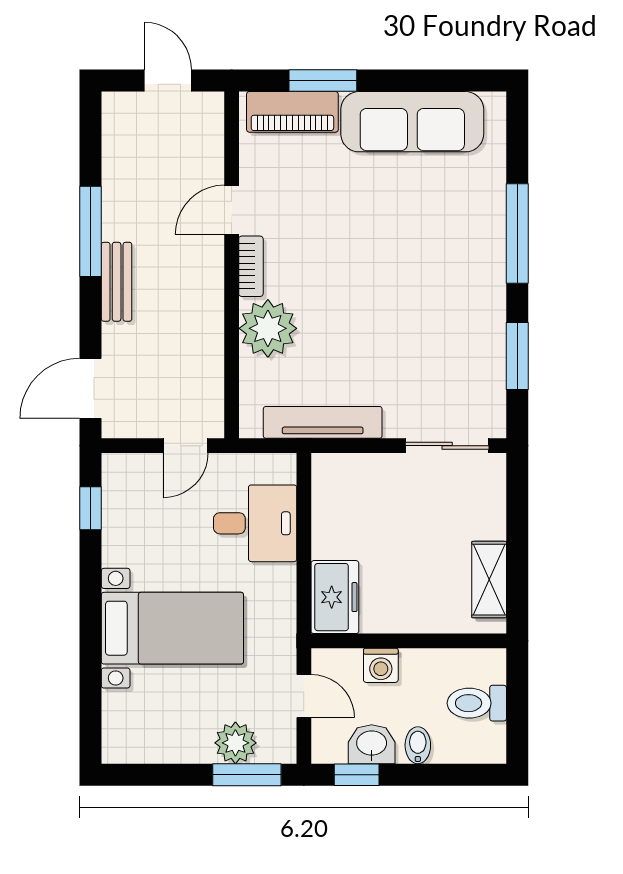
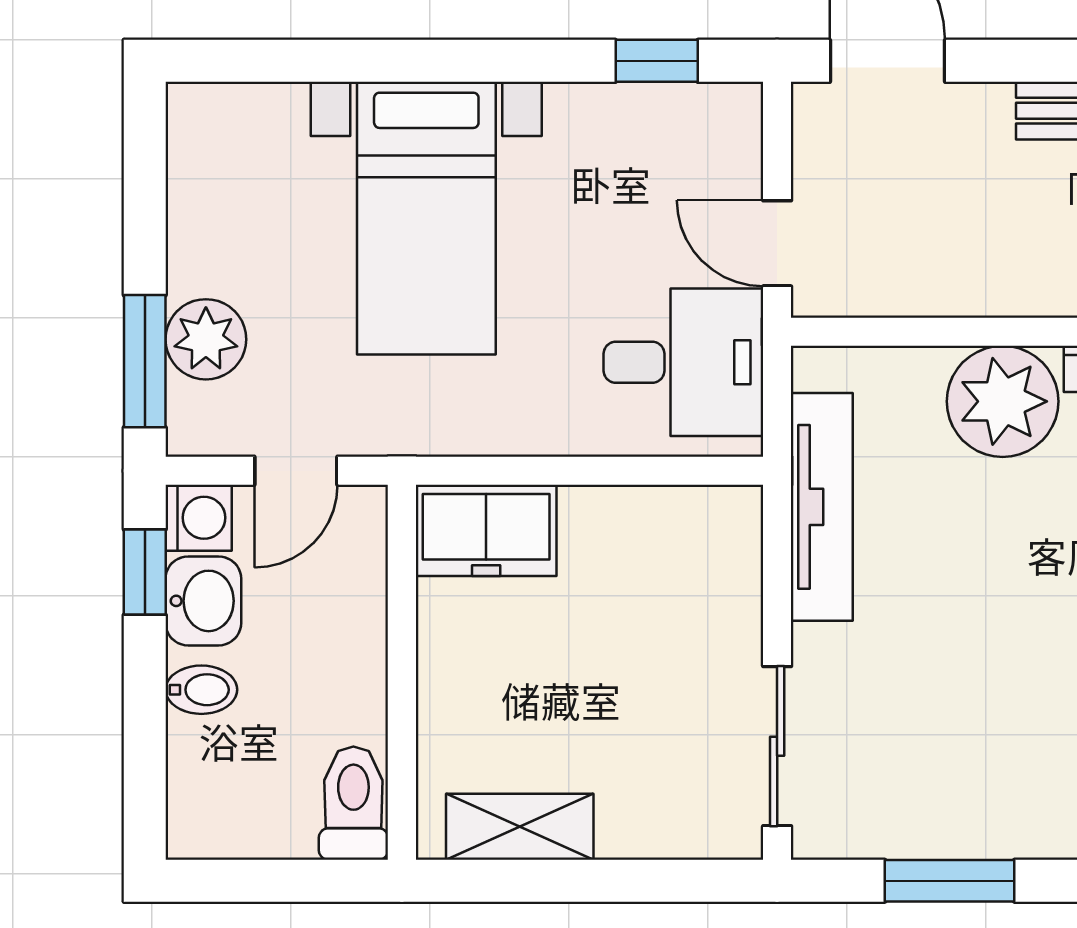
desk: (255, 523) -> (683, 362), moved, turned -90
washing machine: (381, 665) -> (199, 518), moved, turned 180
toilet: (477, 703) -> (353, 803), moved

